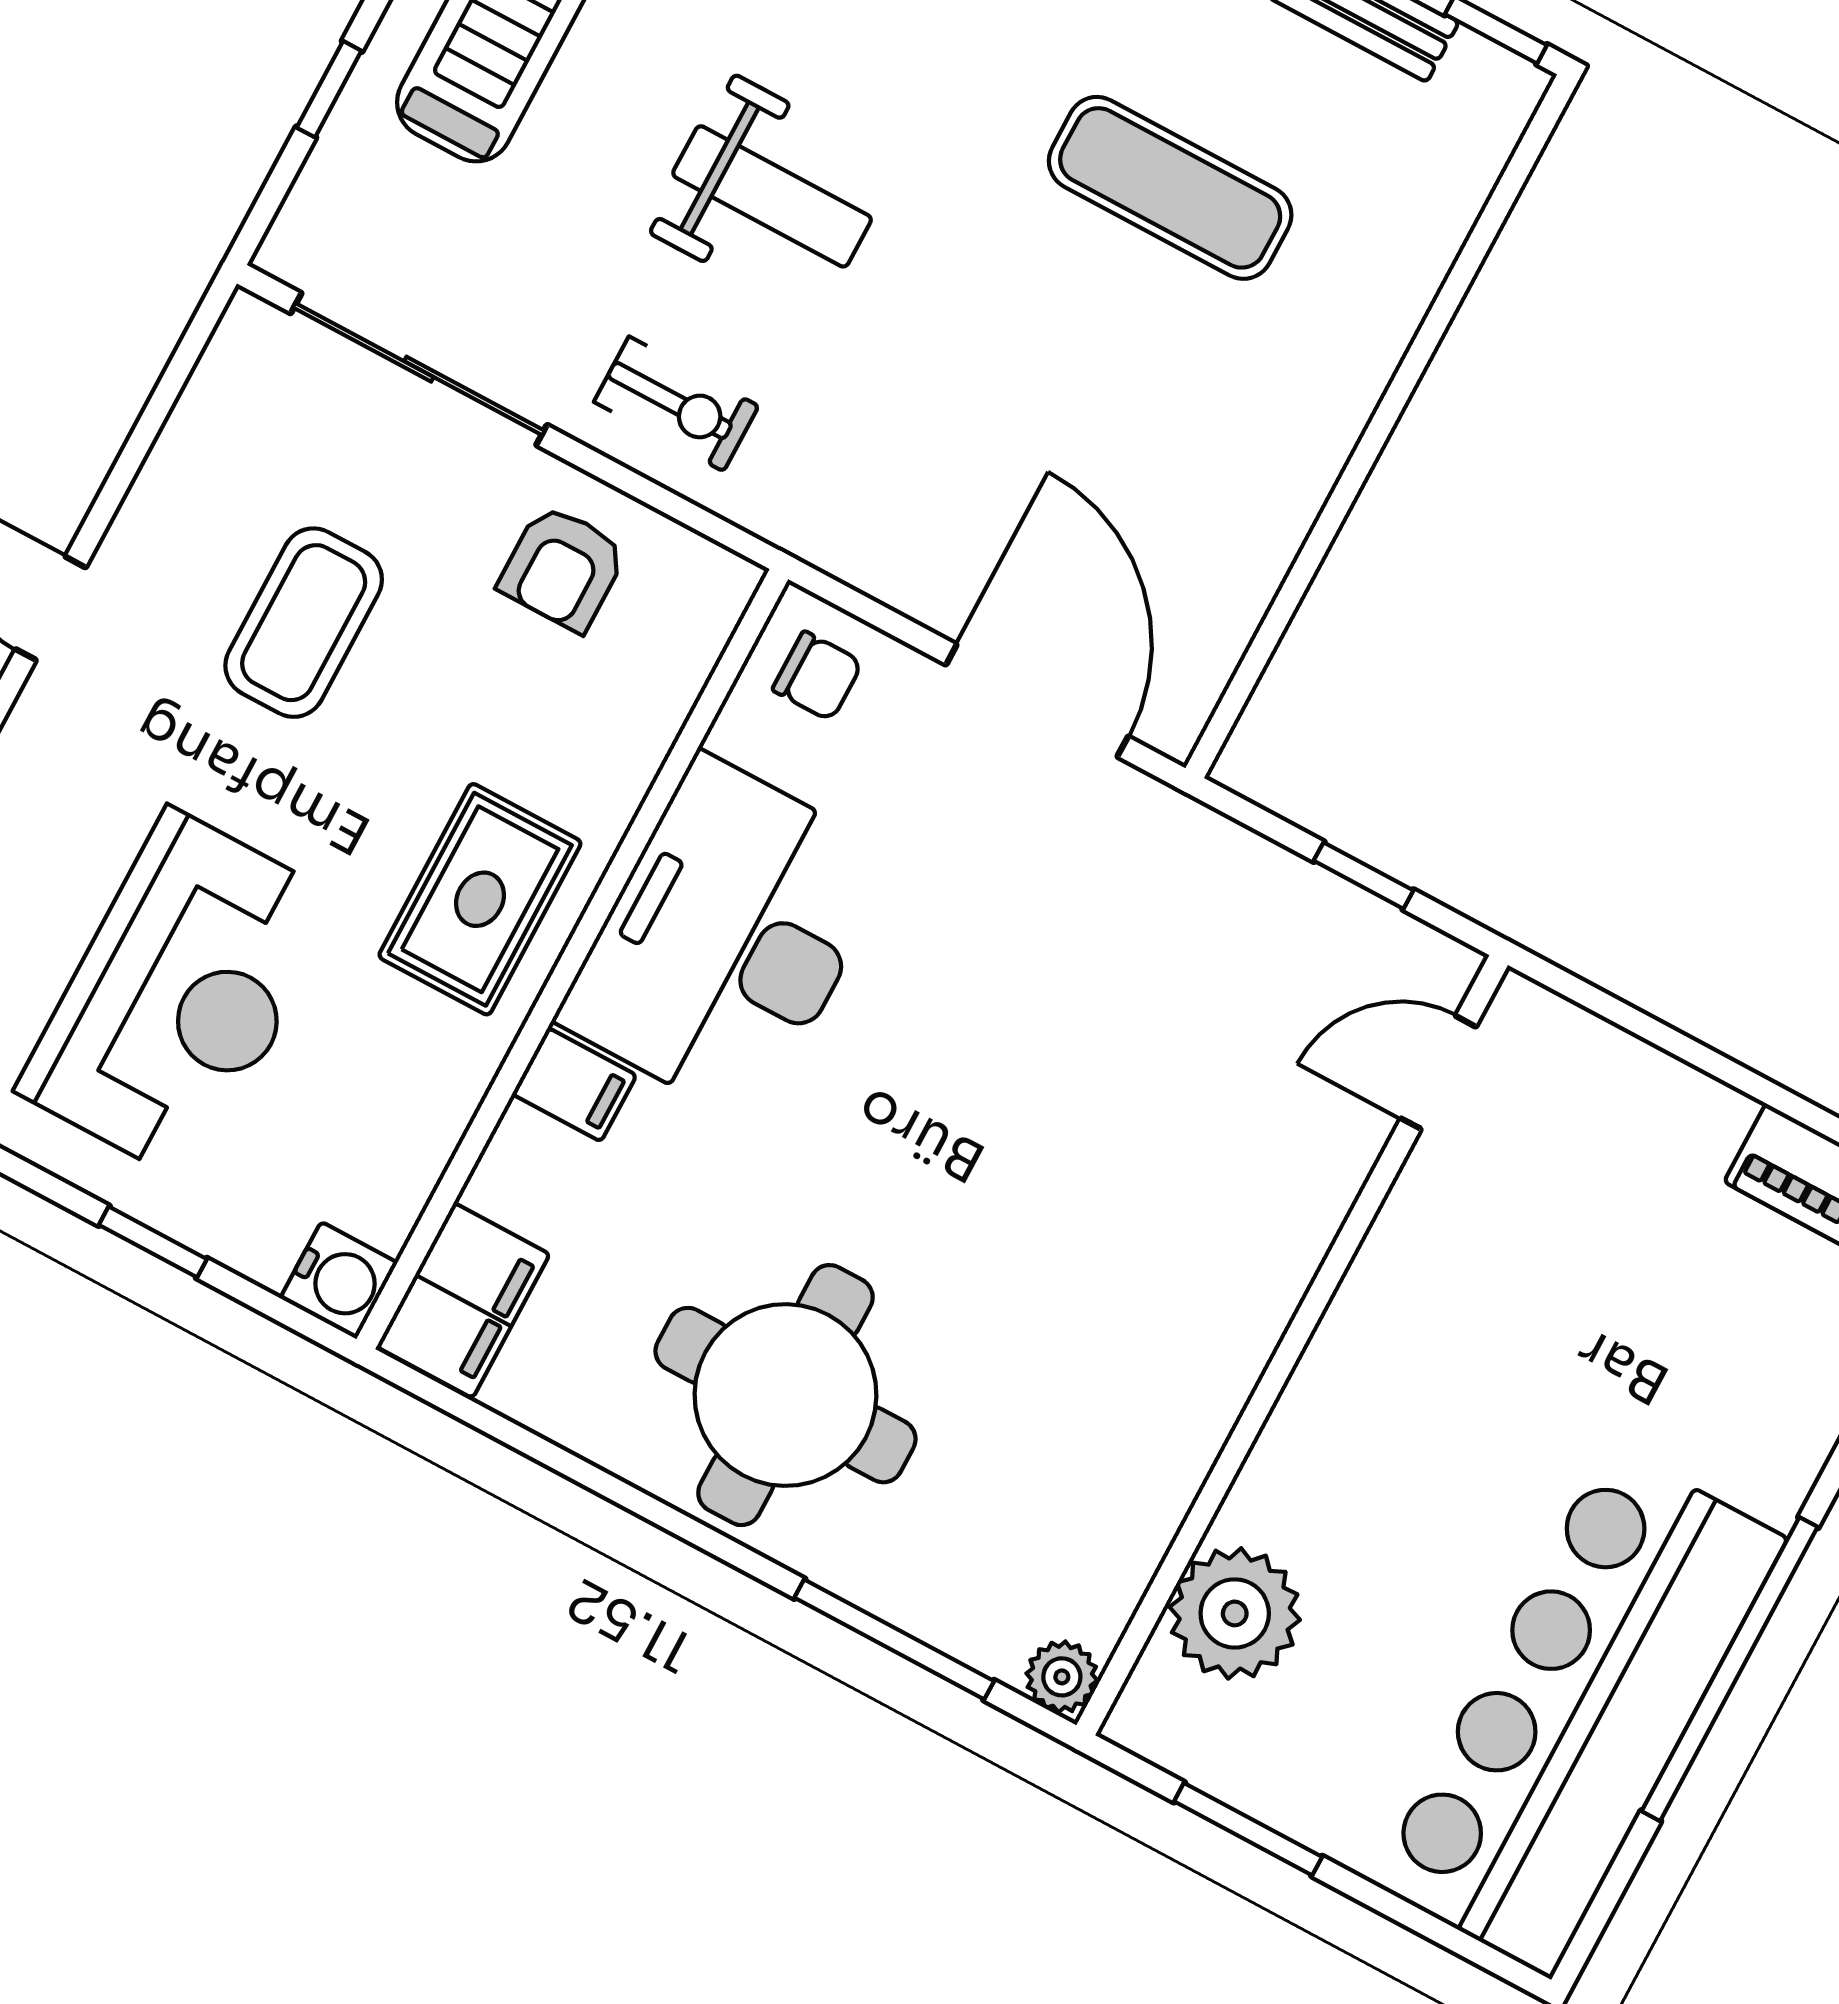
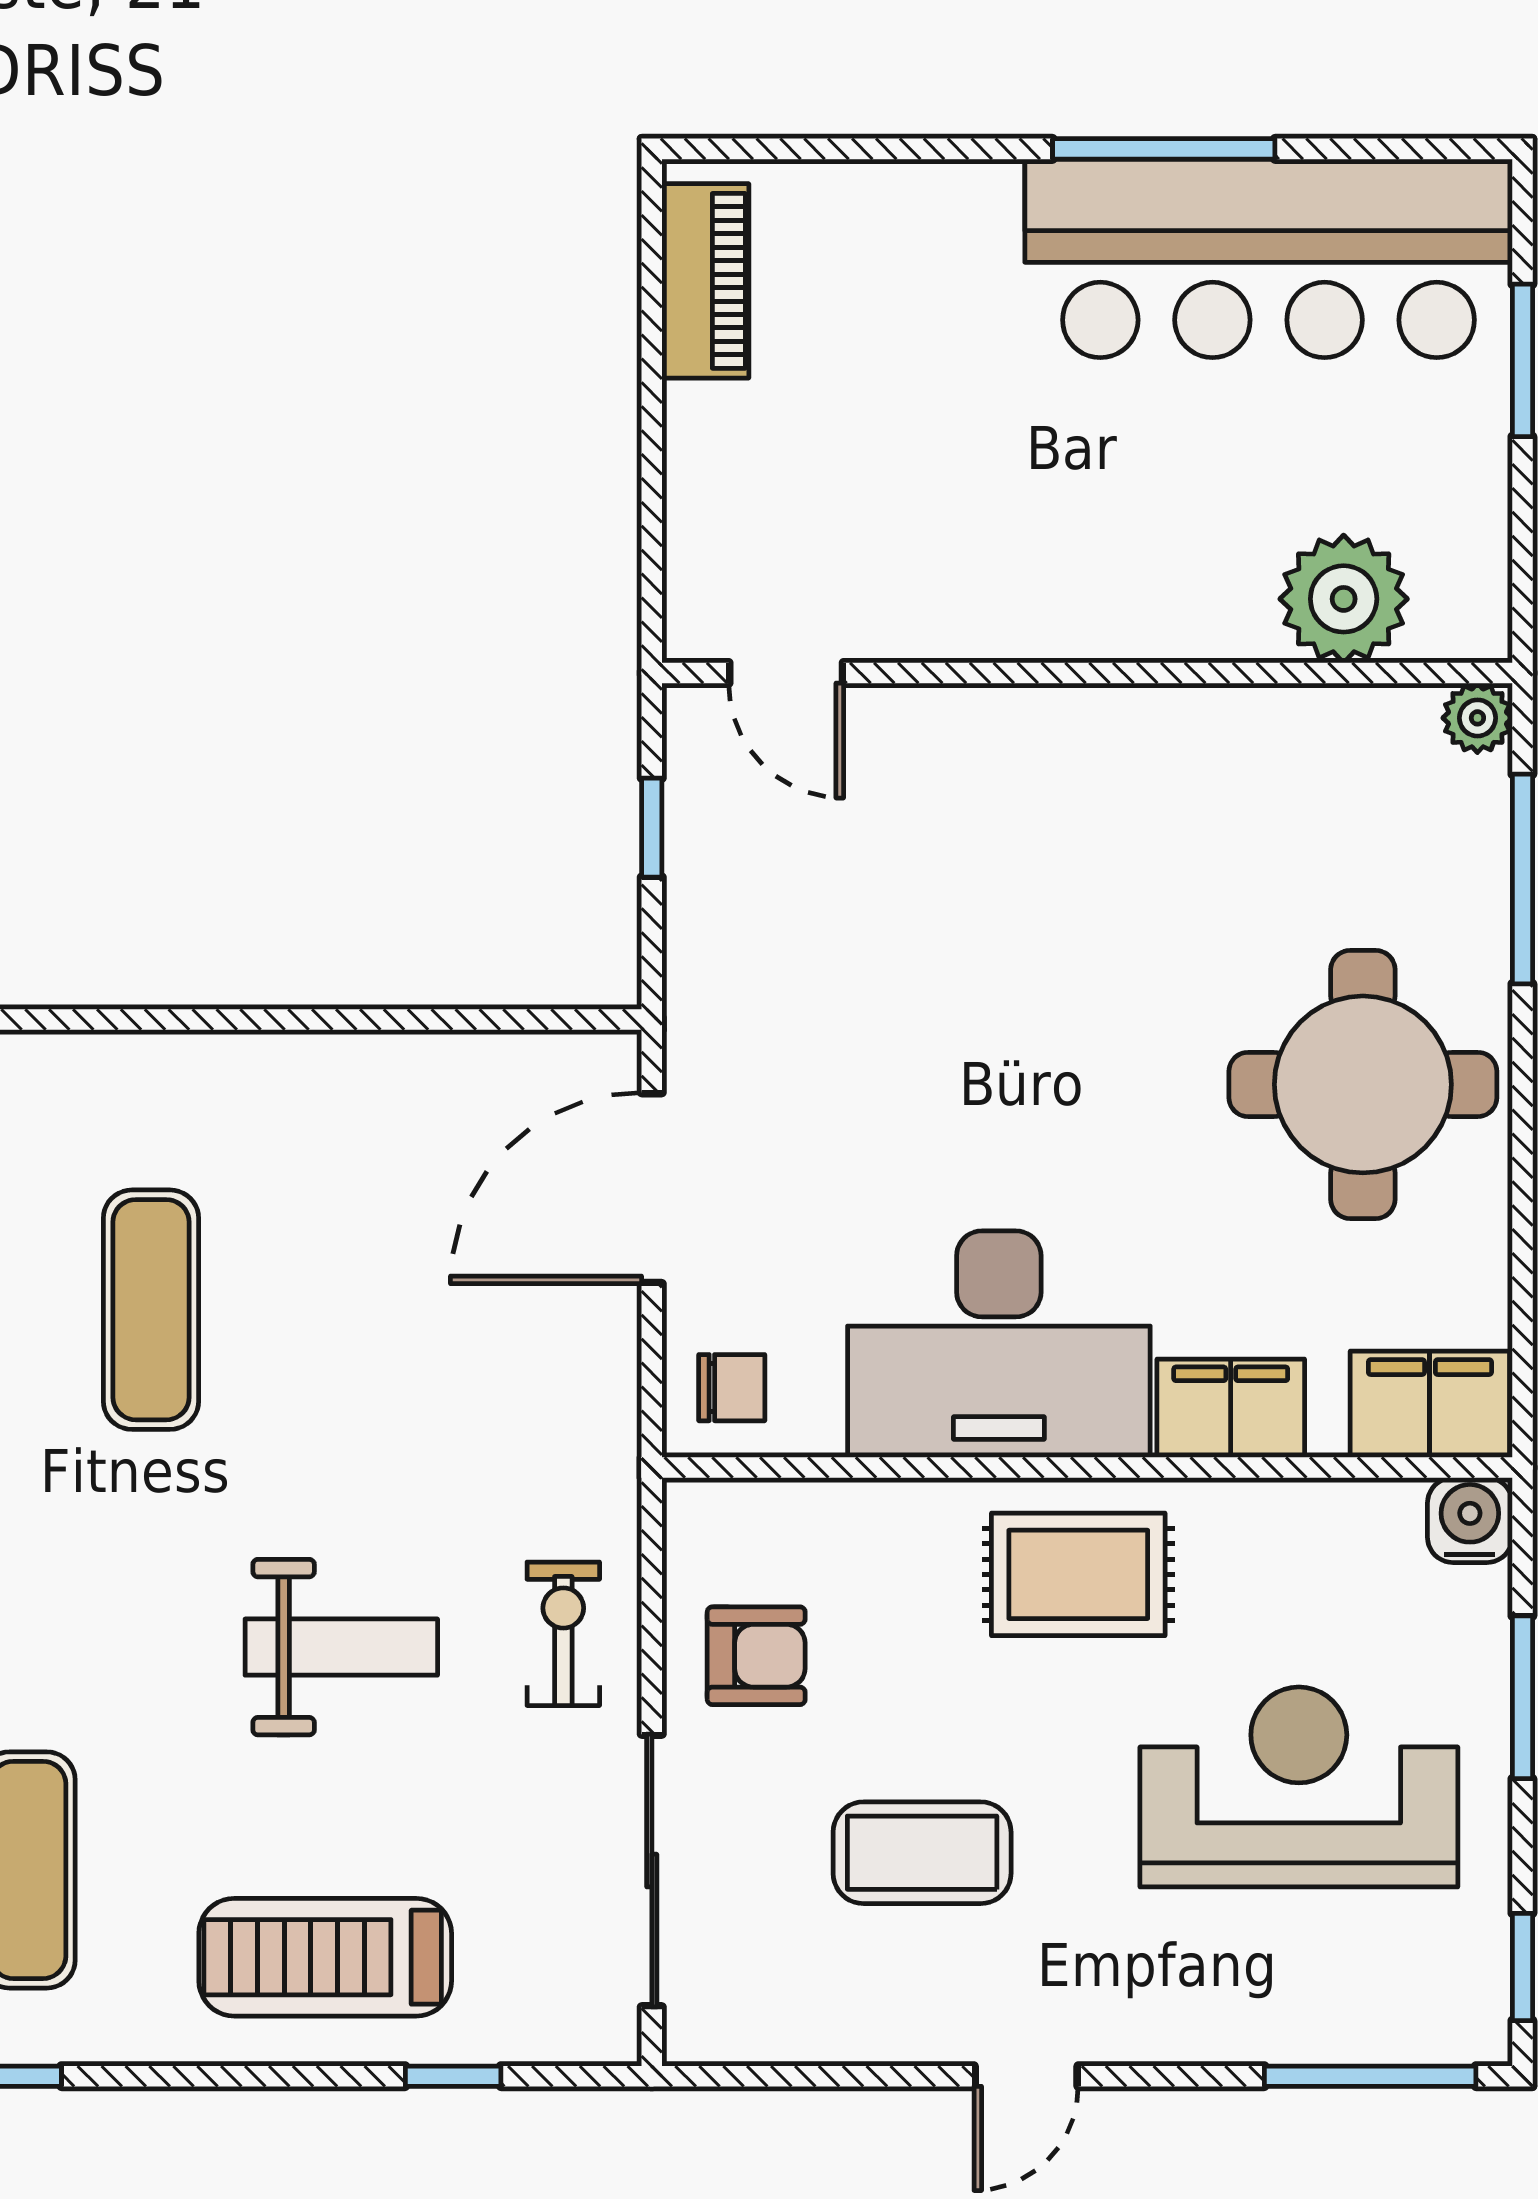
weight bench: (772, 196) -> (341, 1647), turned 90
chair: (817, 676) -> (732, 1388), turned 90
filing cabinet: (574, 1085) -> (1231, 1408), width x2.00
window: (153, 1242) -> (1522, 1697), width x1.50
window: (1730, 1669) -> (1164, 149), width x0.68
window: (1248, 1829) -> (1522, 360), moved

